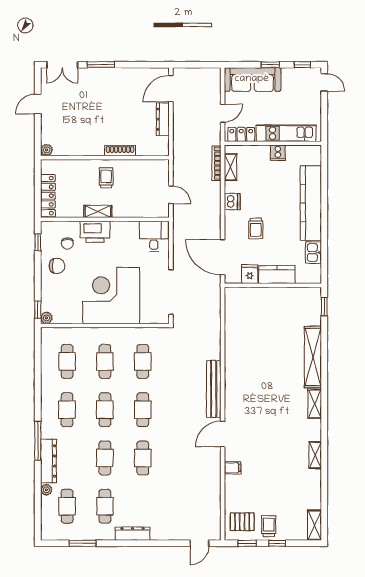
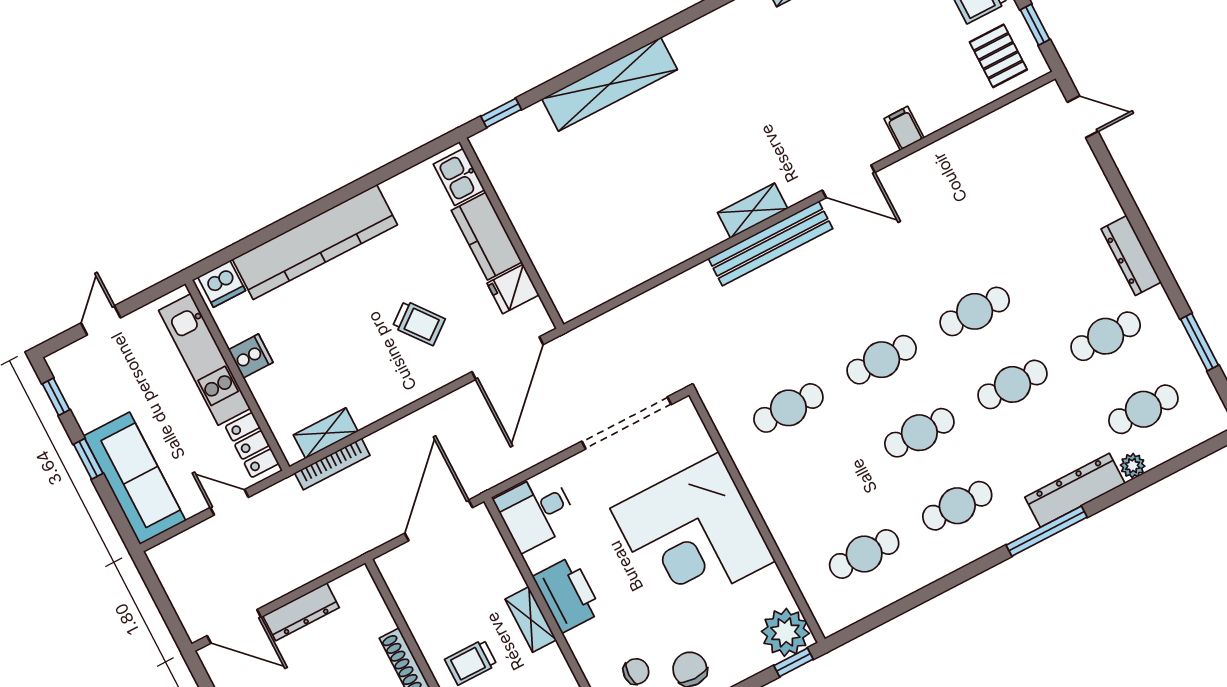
door: (324, 82) -> (101, 320), moved
door: (171, 195) -> (439, 520), width x1.87
dishwasher: (232, 202) -> (222, 284), moved, turned 180
shelving: (98, 211) -> (531, 619), moved
trolley: (256, 228) -> (419, 323), turned 52
printer: (95, 232) -> (567, 594), moved
kitchen sink: (313, 253) -> (459, 177), moved, turned 90
plant: (47, 318) -> (785, 632), width x1.88, depth x1.88
cafe table: (105, 361) -> (826, 481), removed
shelving: (315, 404) -> (753, 211), moved

